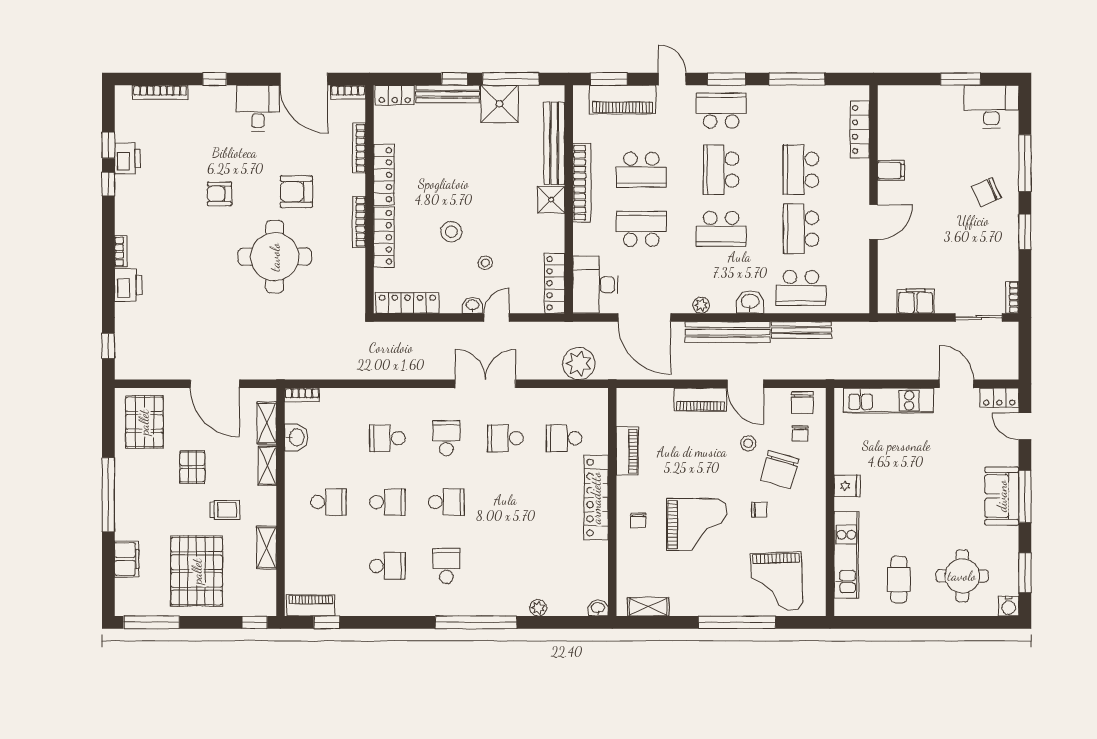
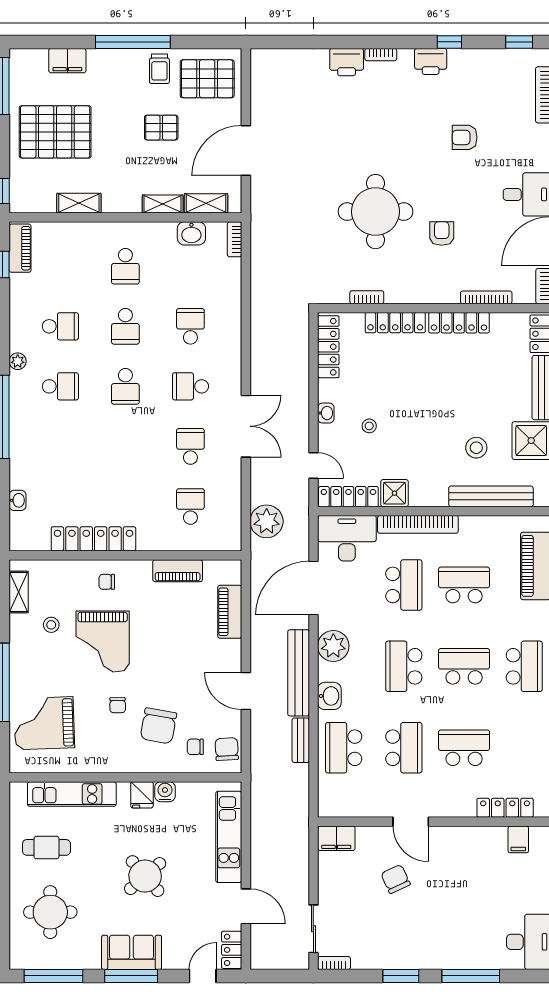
window: (108, 145) -> (519, 42), moved
printer: (127, 158) -> (431, 61), moved
school desk: (641, 170) -> (464, 585), turned 90
filing cabinet: (891, 170) -> (518, 839), moved
bookcase: (582, 183) -> (418, 524), moved
armchair: (296, 192) -> (442, 234), width x0.72, depth x0.72
chair: (986, 192) -> (396, 879), moved
armchair: (219, 194) -> (465, 137), moved, turned -90
shower: (551, 200) -> (394, 493), moved
bookcase: (359, 222) -> (367, 297), moved, width x0.64
school desk: (801, 229) -> (404, 748), turned 90
stool: (451, 232) -> (476, 448), moved
filing cabinet: (916, 301) -> (336, 838), moved, turned 90
plant: (701, 305) -> (333, 646), width x1.87, depth x1.87
door: (497, 317) -> (313, 465), moved
bench: (802, 330) -> (301, 740), width x0.73
window: (108, 346) -> (285, 42), removed
door: (745, 384) -> (246, 691), hinge flipped
door: (957, 384) -> (246, 906), hinge flipped
piano: (700, 400) -> (230, 612), moved
chair: (802, 403) -> (227, 749), turned 87
school desk: (446, 438) -> (190, 386), turned 180
stool: (748, 443) -> (51, 625), moved
chair: (780, 470) -> (158, 726), turned -96
round table: (927, 483) -> (145, 876), added
locker: (596, 498) -> (93, 539), moved
trolley: (225, 510) -> (159, 69), moved
school desk: (387, 566) -> (60, 326), turned -90
window: (1025, 573) -> (53, 976), width x1.44
water cooler: (1009, 606) -> (165, 792), moved, turned 90
plant: (538, 608) -> (18, 361), moved
washbasin: (598, 608) -> (18, 500), moved

